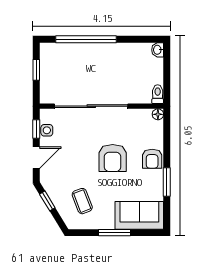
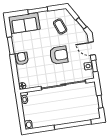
door: (36, 158) -> (92, 49), hinge flipped
armchair: (113, 158) -> (59, 55), moved, turned 90

